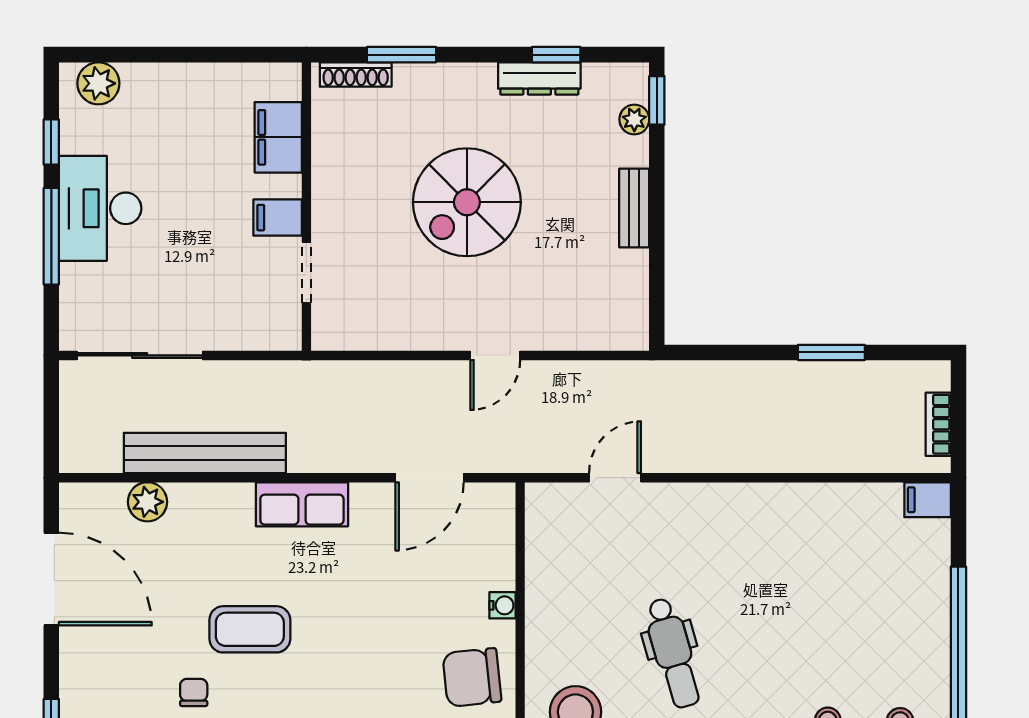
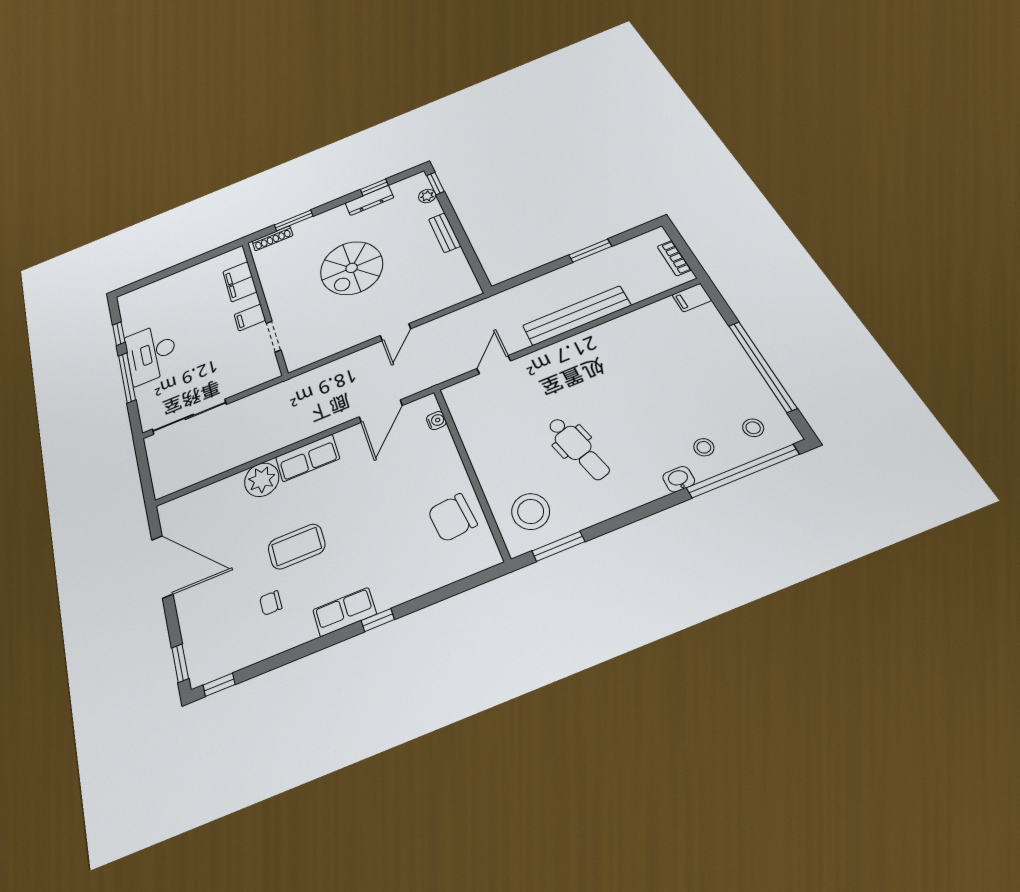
plant: (98, 83) -> (139, 298), removed
bench: (205, 453) -> (577, 315), moved
plant: (147, 502) -> (262, 480), moved, width x1.36, depth x1.36
water cooler: (502, 605) -> (436, 421), moved
chair: (194, 692) -> (271, 603), turned -90

